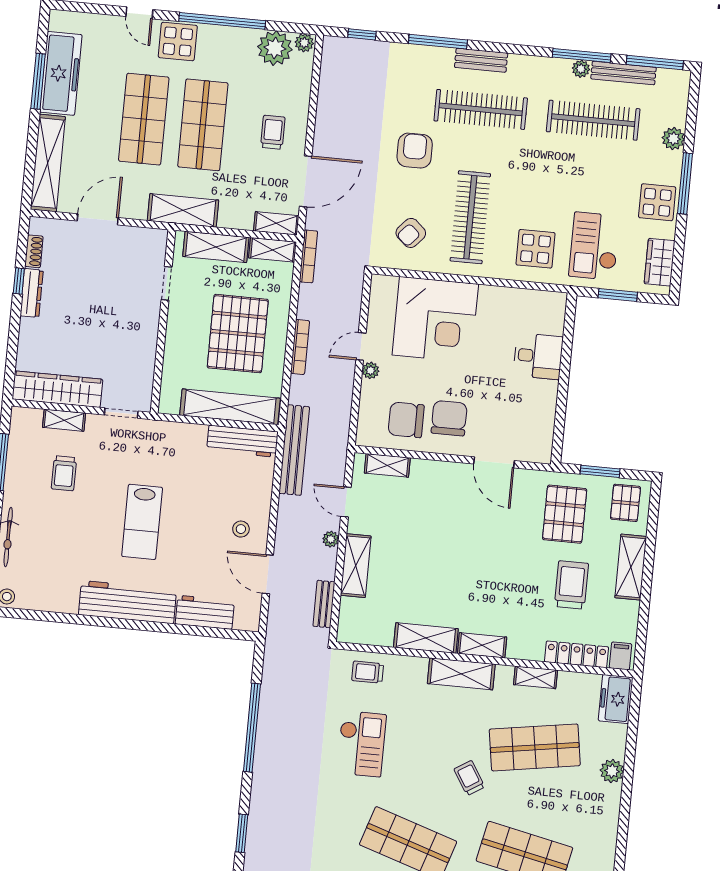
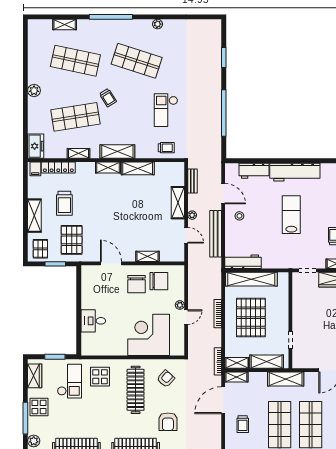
bench: (294, 450) -> (216, 234), moved
shelving: (387, 465) -> (148, 256), moved
plant: (612, 771) -> (34, 90), moved

